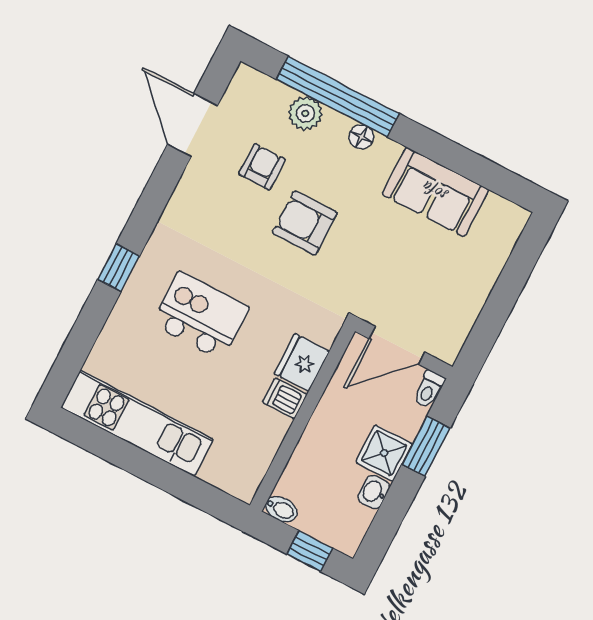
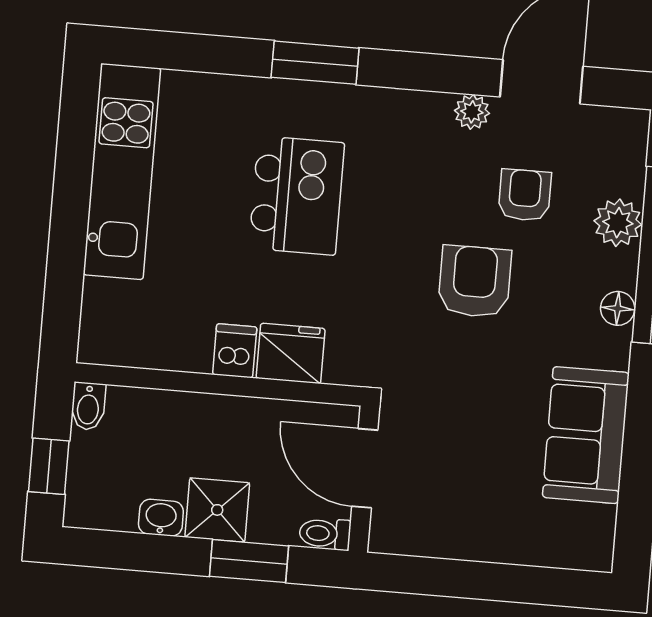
armchair: (262, 167) -> (525, 195), turned -90
plant: (193, 179) -> (472, 112), added
window: (119, 268) -> (315, 63), width x1.50

